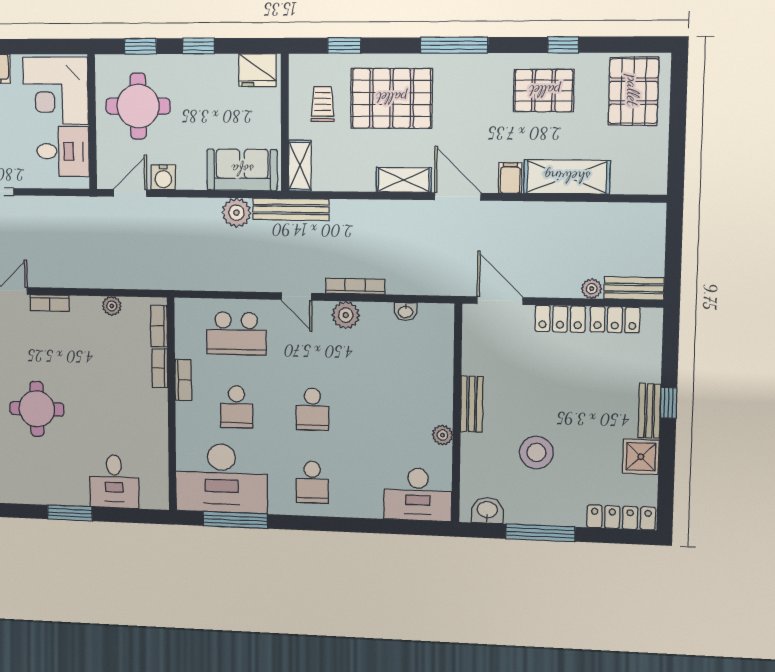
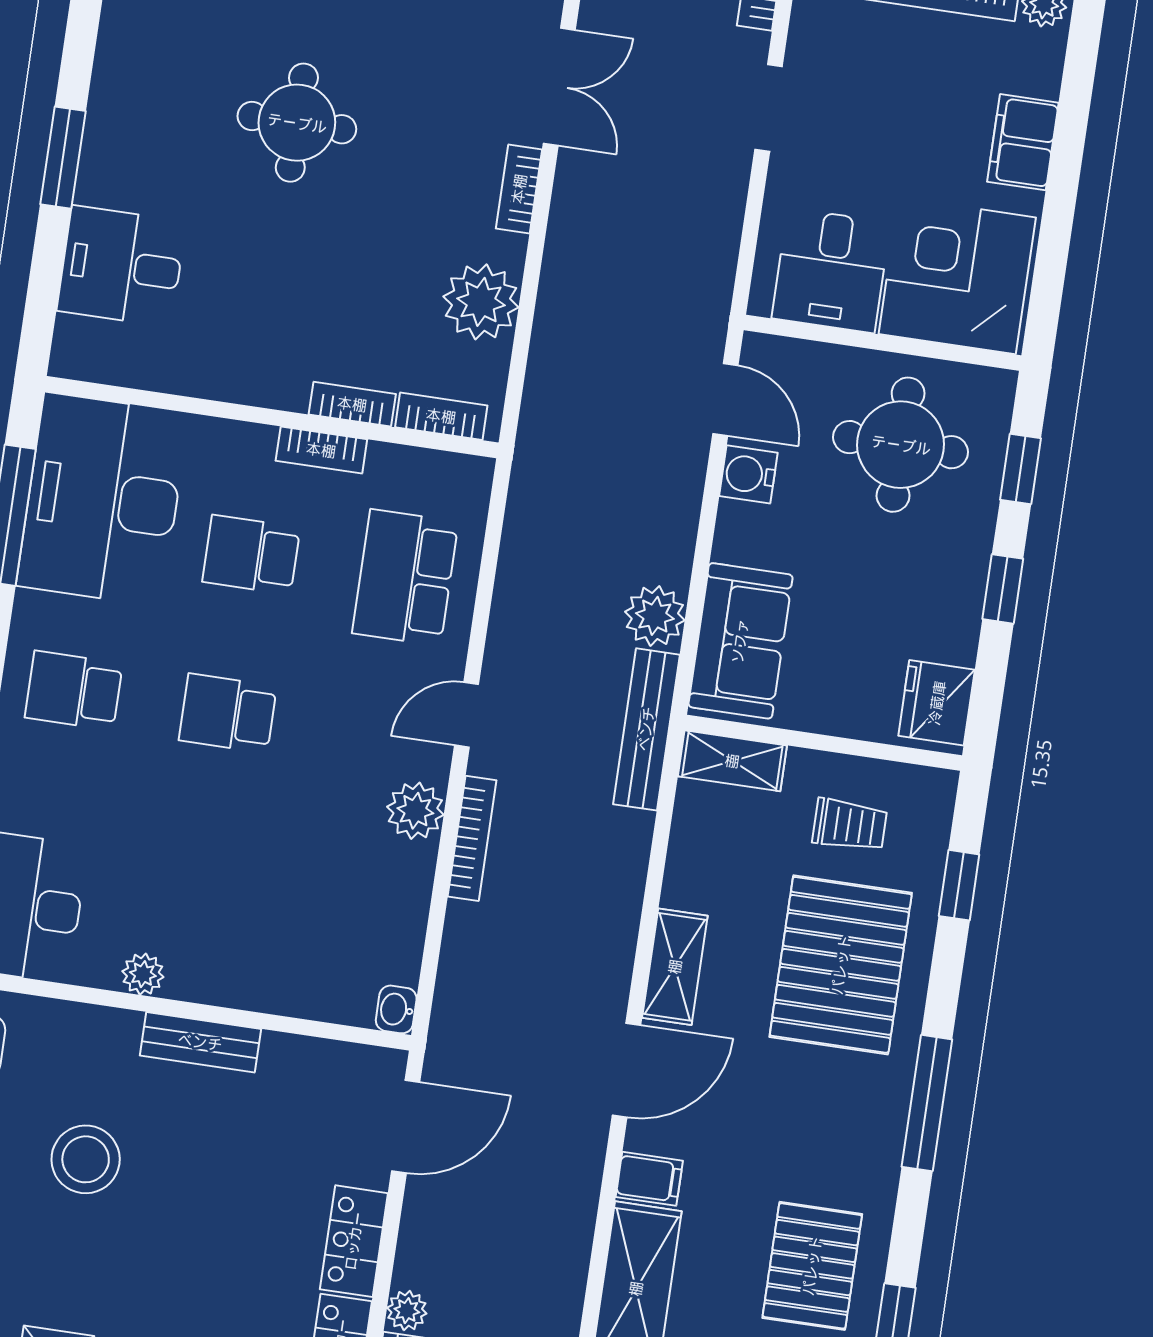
plant: (112, 306) -> (481, 302), width x1.88, depth x1.88
washbasin: (406, 312) -> (396, 1009), moved

